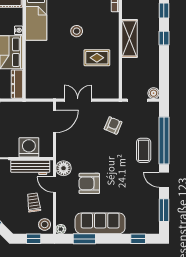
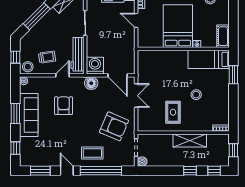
dresser: (17, 84) -> (150, 43), removed
armchair: (113, 125) -> (114, 126), width x1.88, depth x1.88
washing machine: (29, 147) -> (95, 66), moved, turned -90
floor lamp: (64, 168) -> (91, 83), moved
door: (164, 180) -> (67, 171), hinge flipped
window: (84, 239) -> (15, 114), moved

